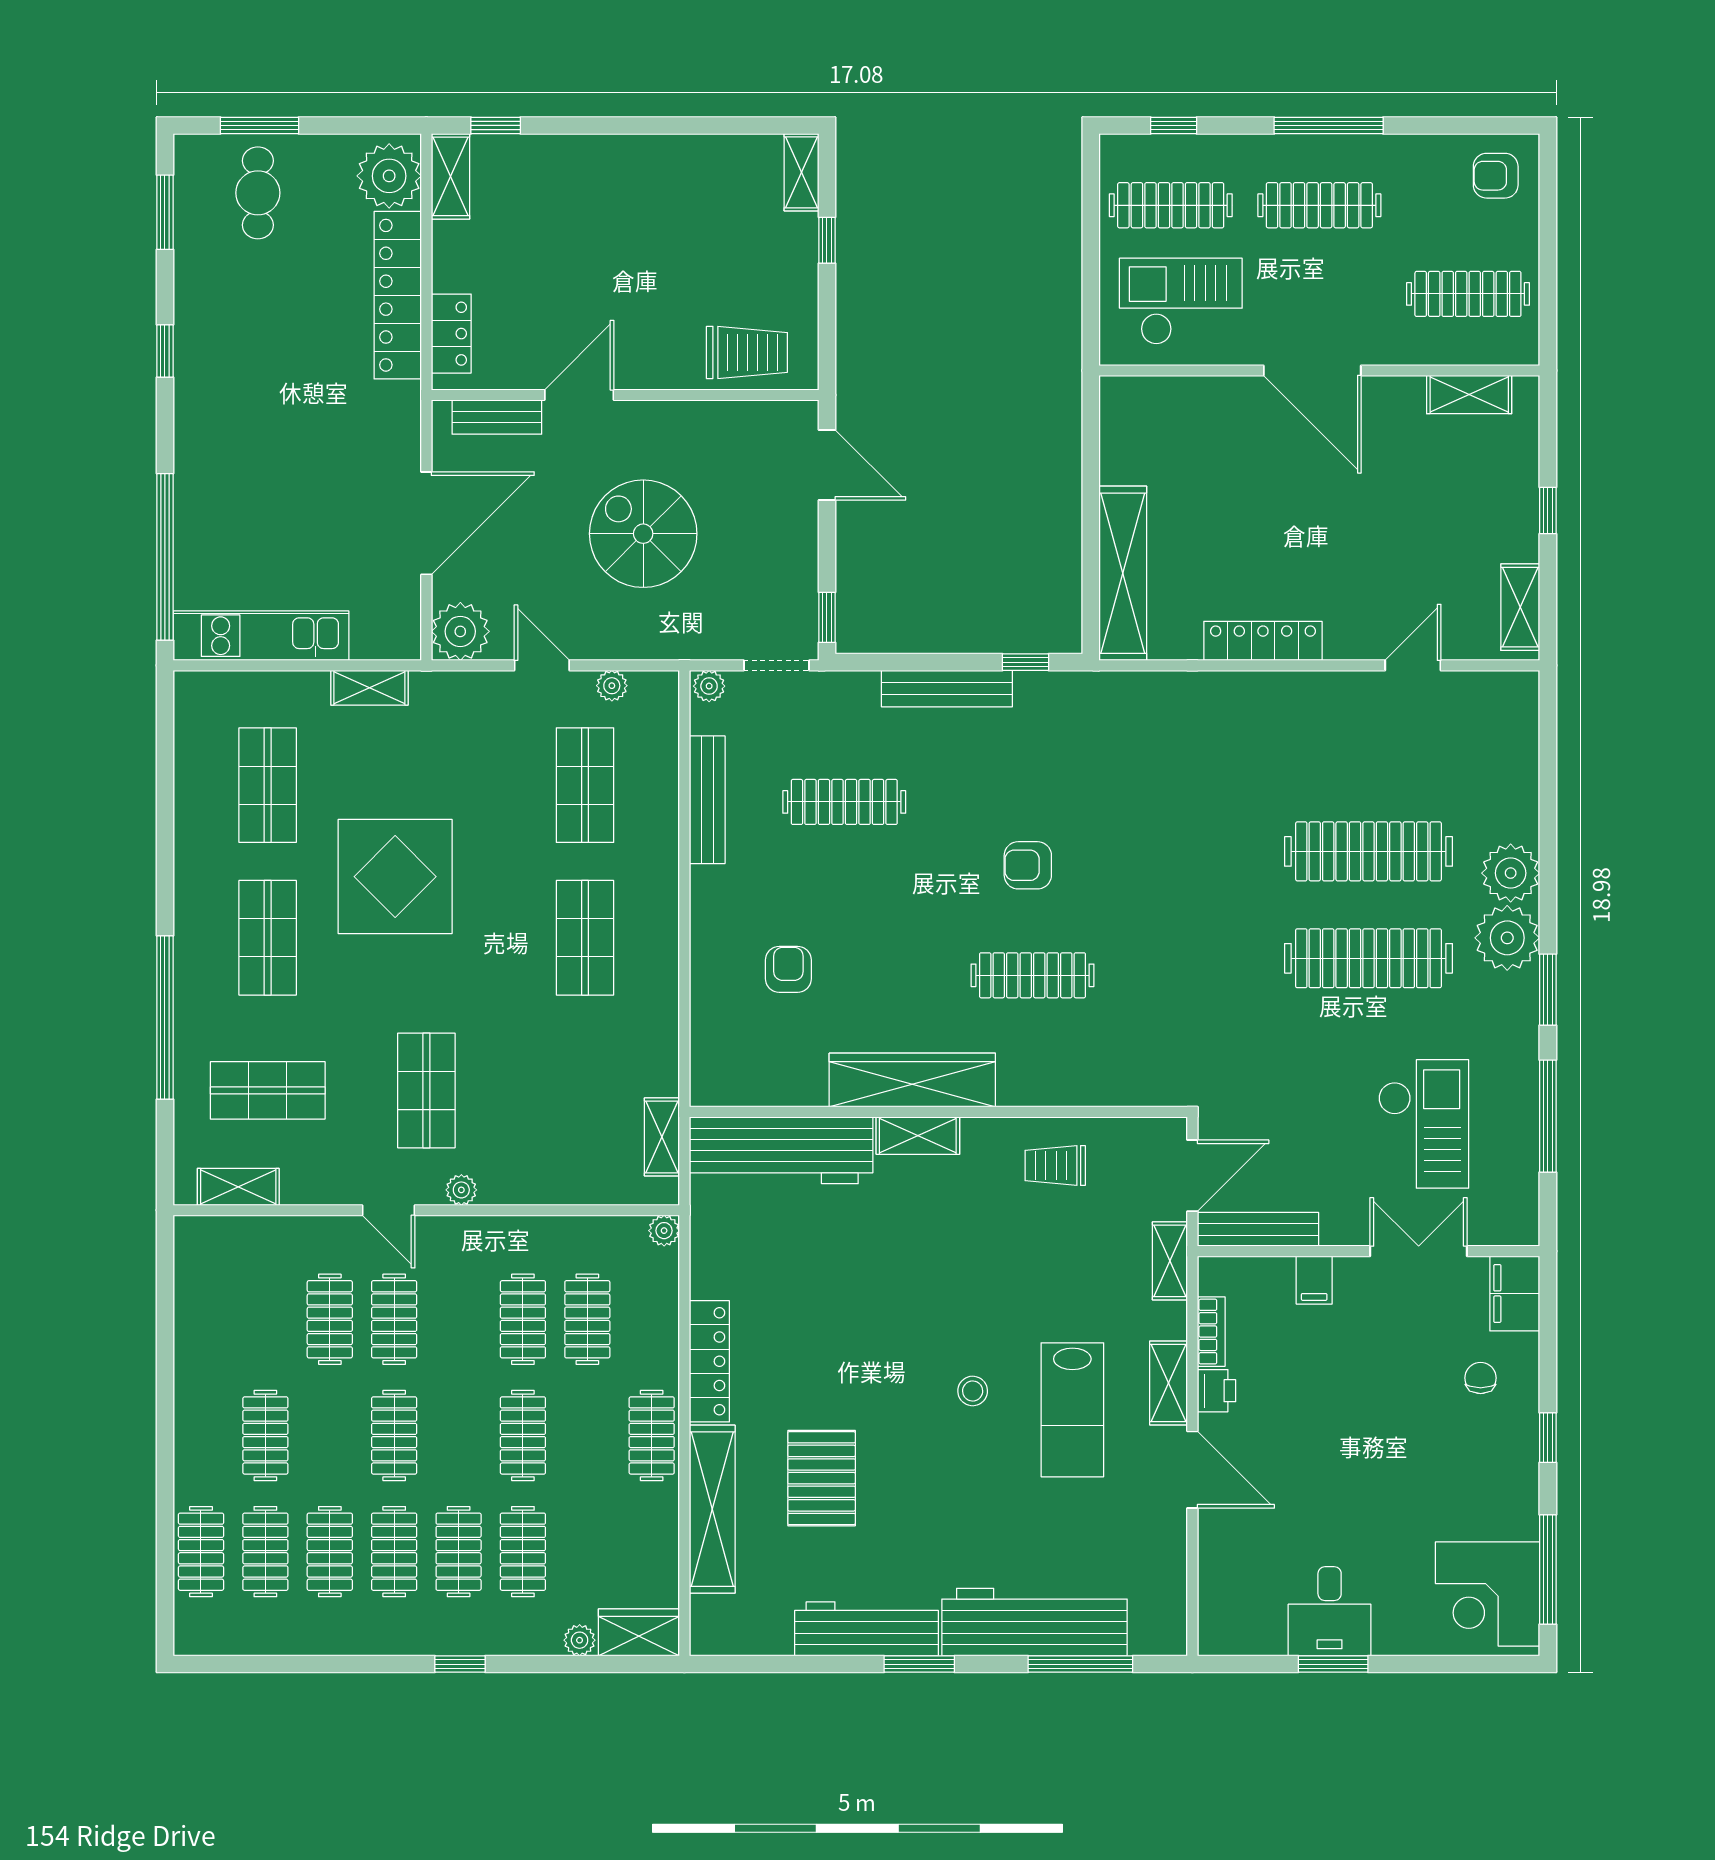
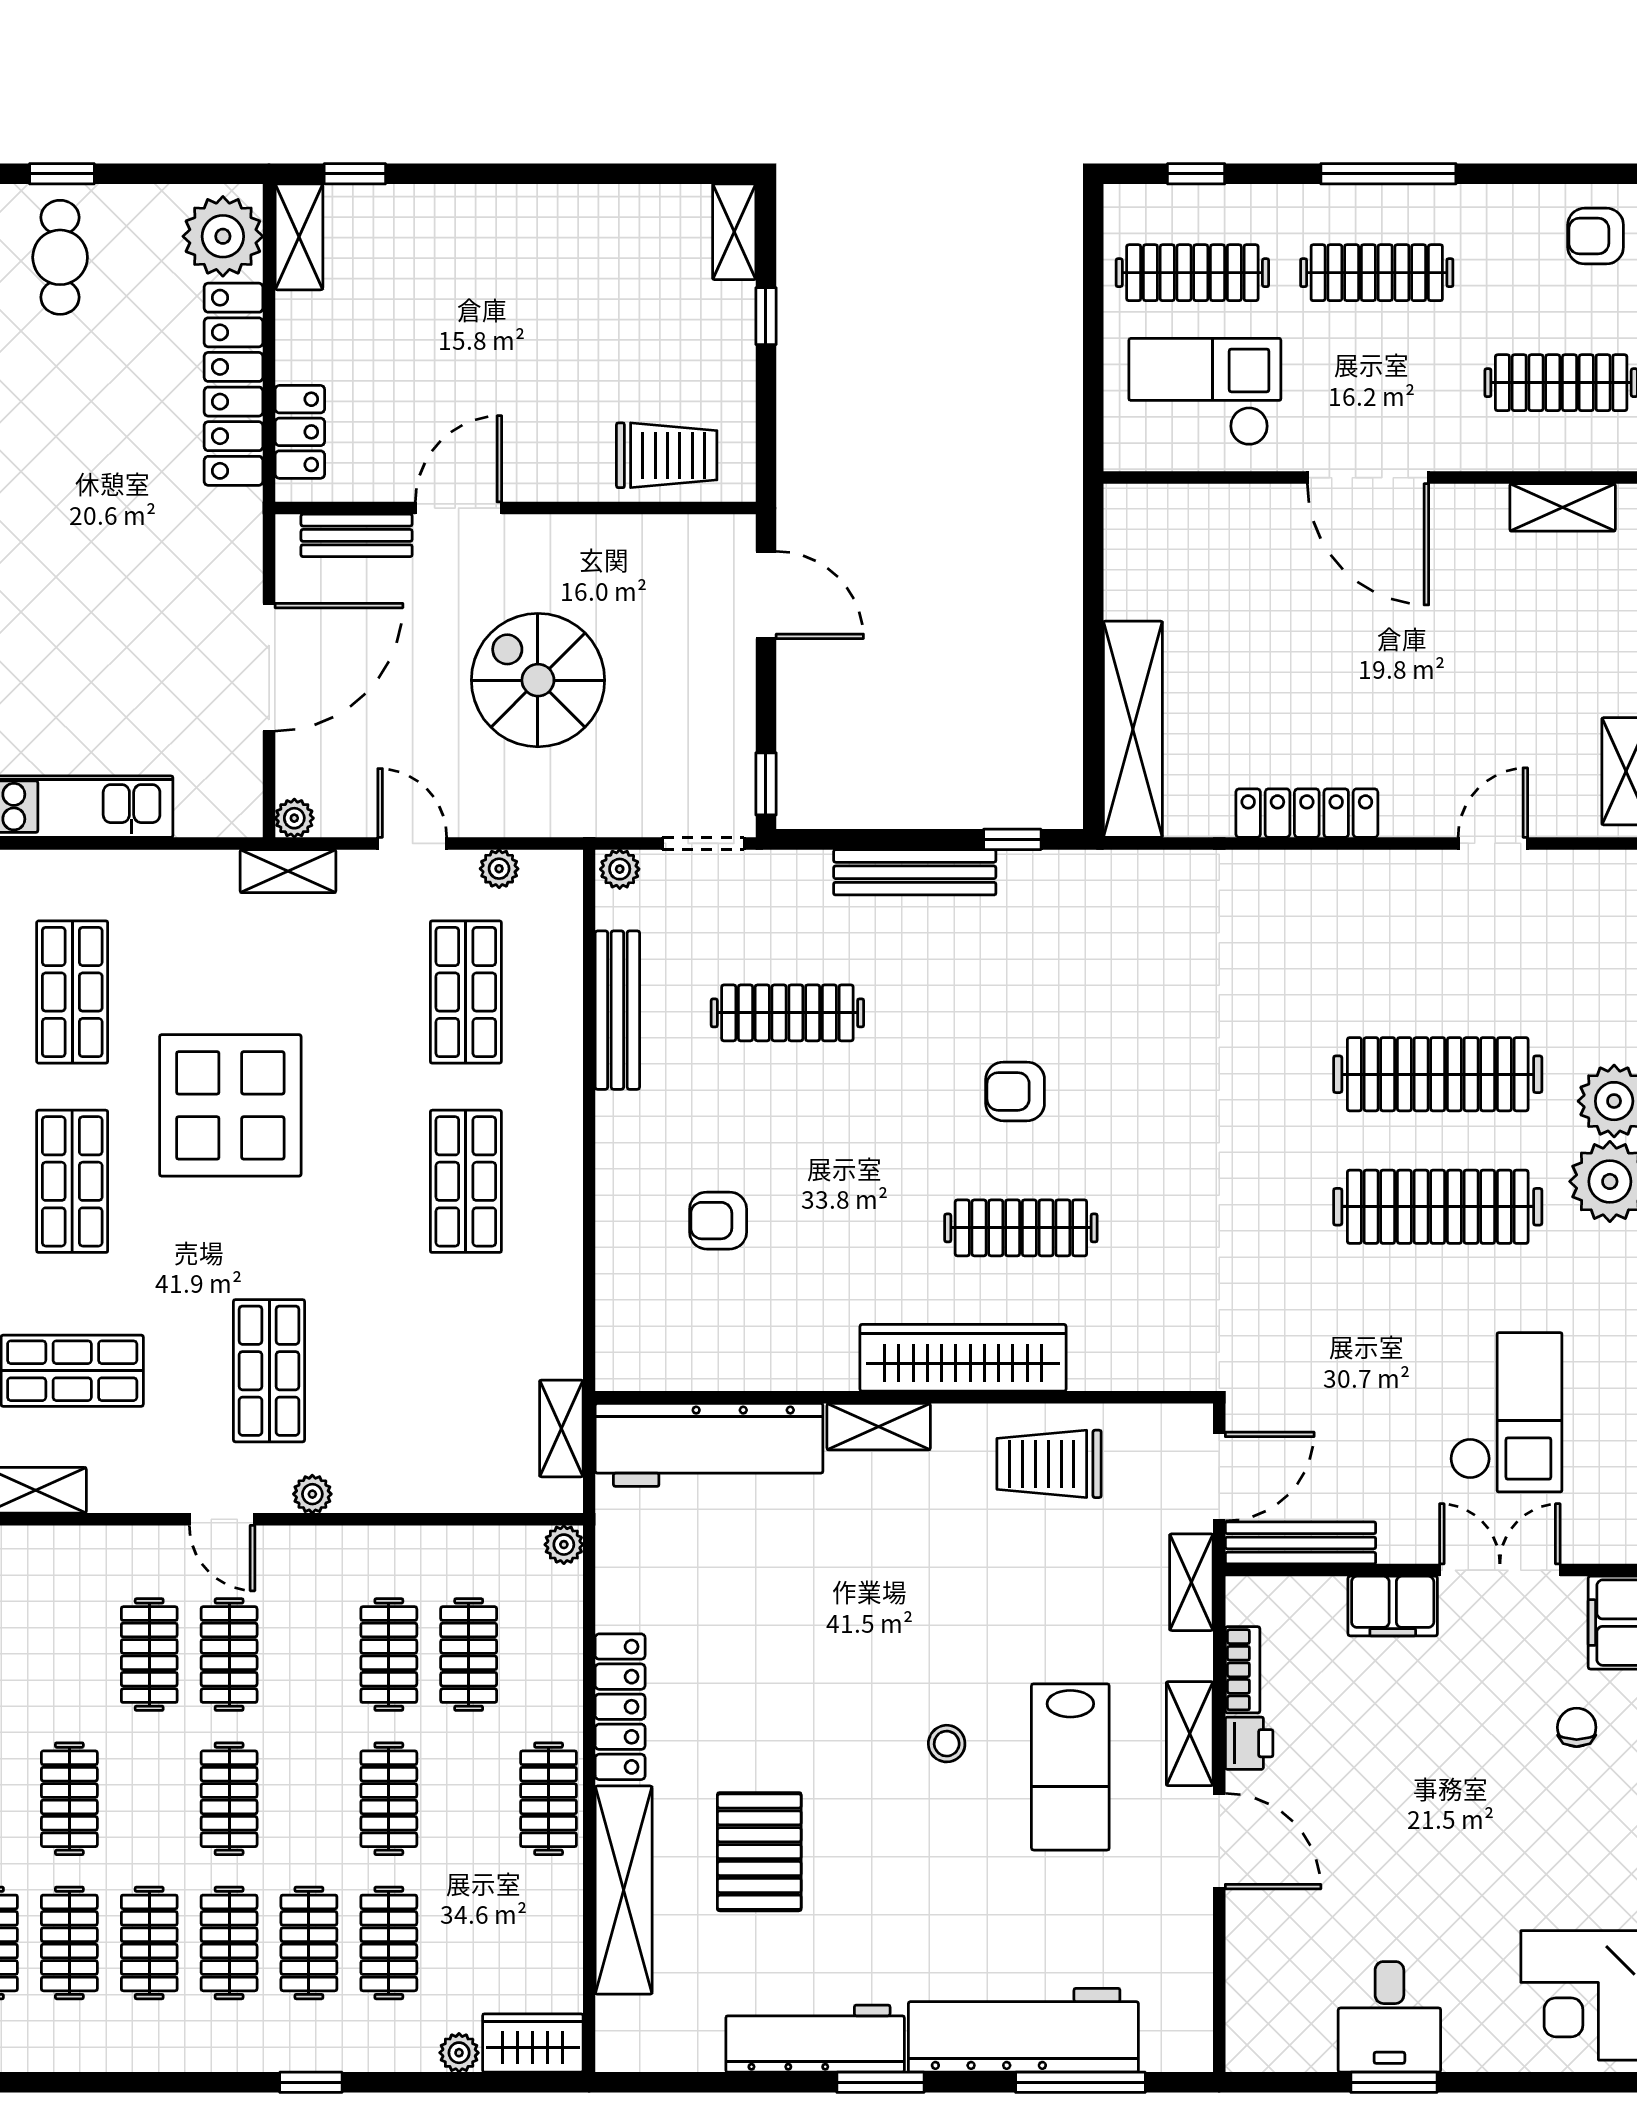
window: (259, 125) -> (62, 174), width x0.67
plant: (460, 631) -> (294, 818), width x0.53, depth x0.53
shelving: (369, 688) -> (288, 871), moved
armchair: (788, 969) -> (718, 1221), turned -90
wardrobe: (912, 1080) -> (963, 1358), moved
trolley: (1055, 1166) -> (1049, 1464), width x1.36, depth x1.39
filing cabinet: (1314, 1280) -> (1393, 1606), width x2.00

